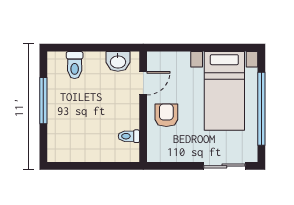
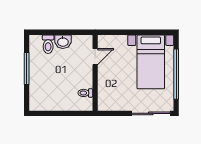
washbasin: (118, 61) -> (63, 42), moved
armchair: (166, 115) -> (111, 79), removed
sliding door: (224, 166) -> (151, 113), width x1.37

